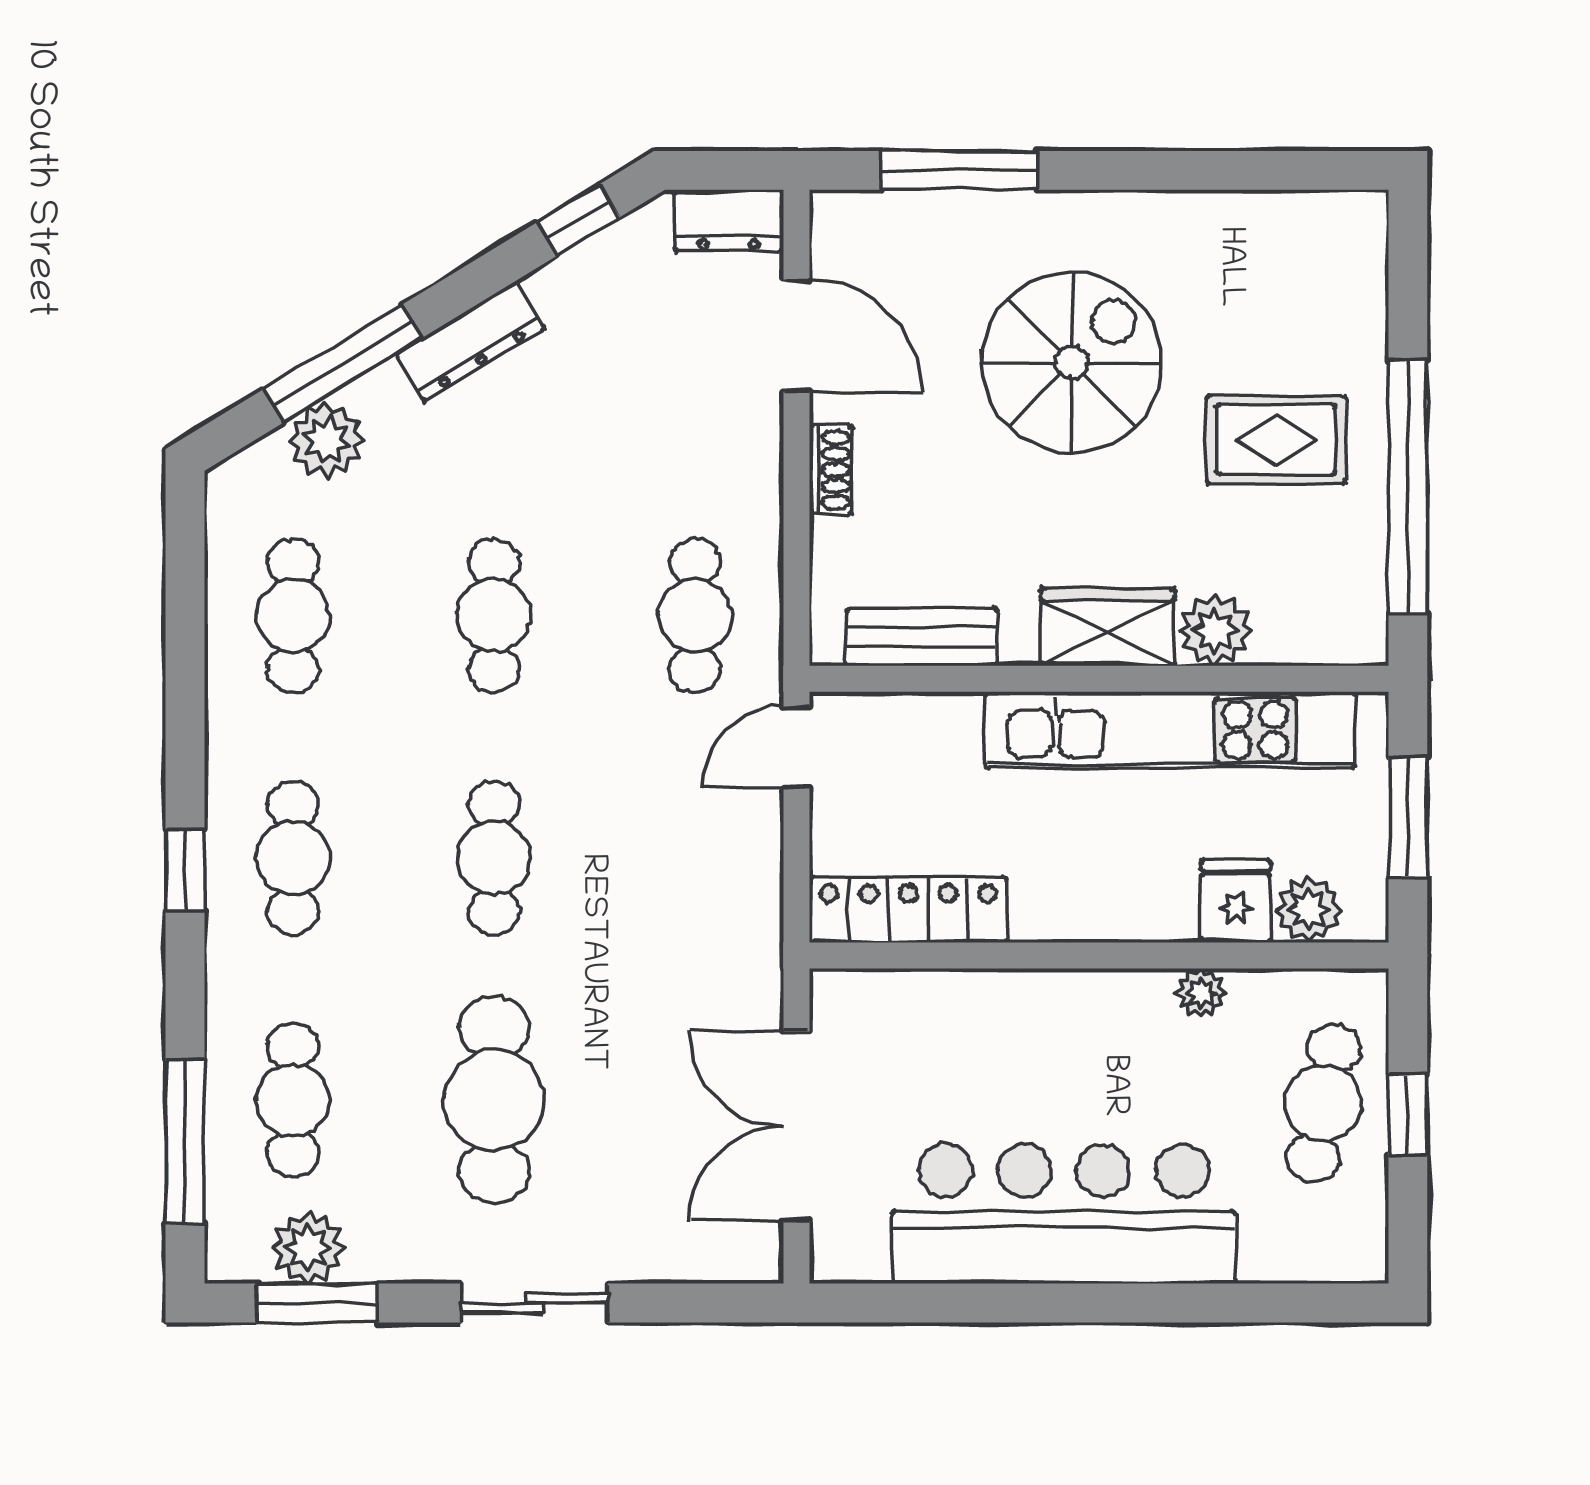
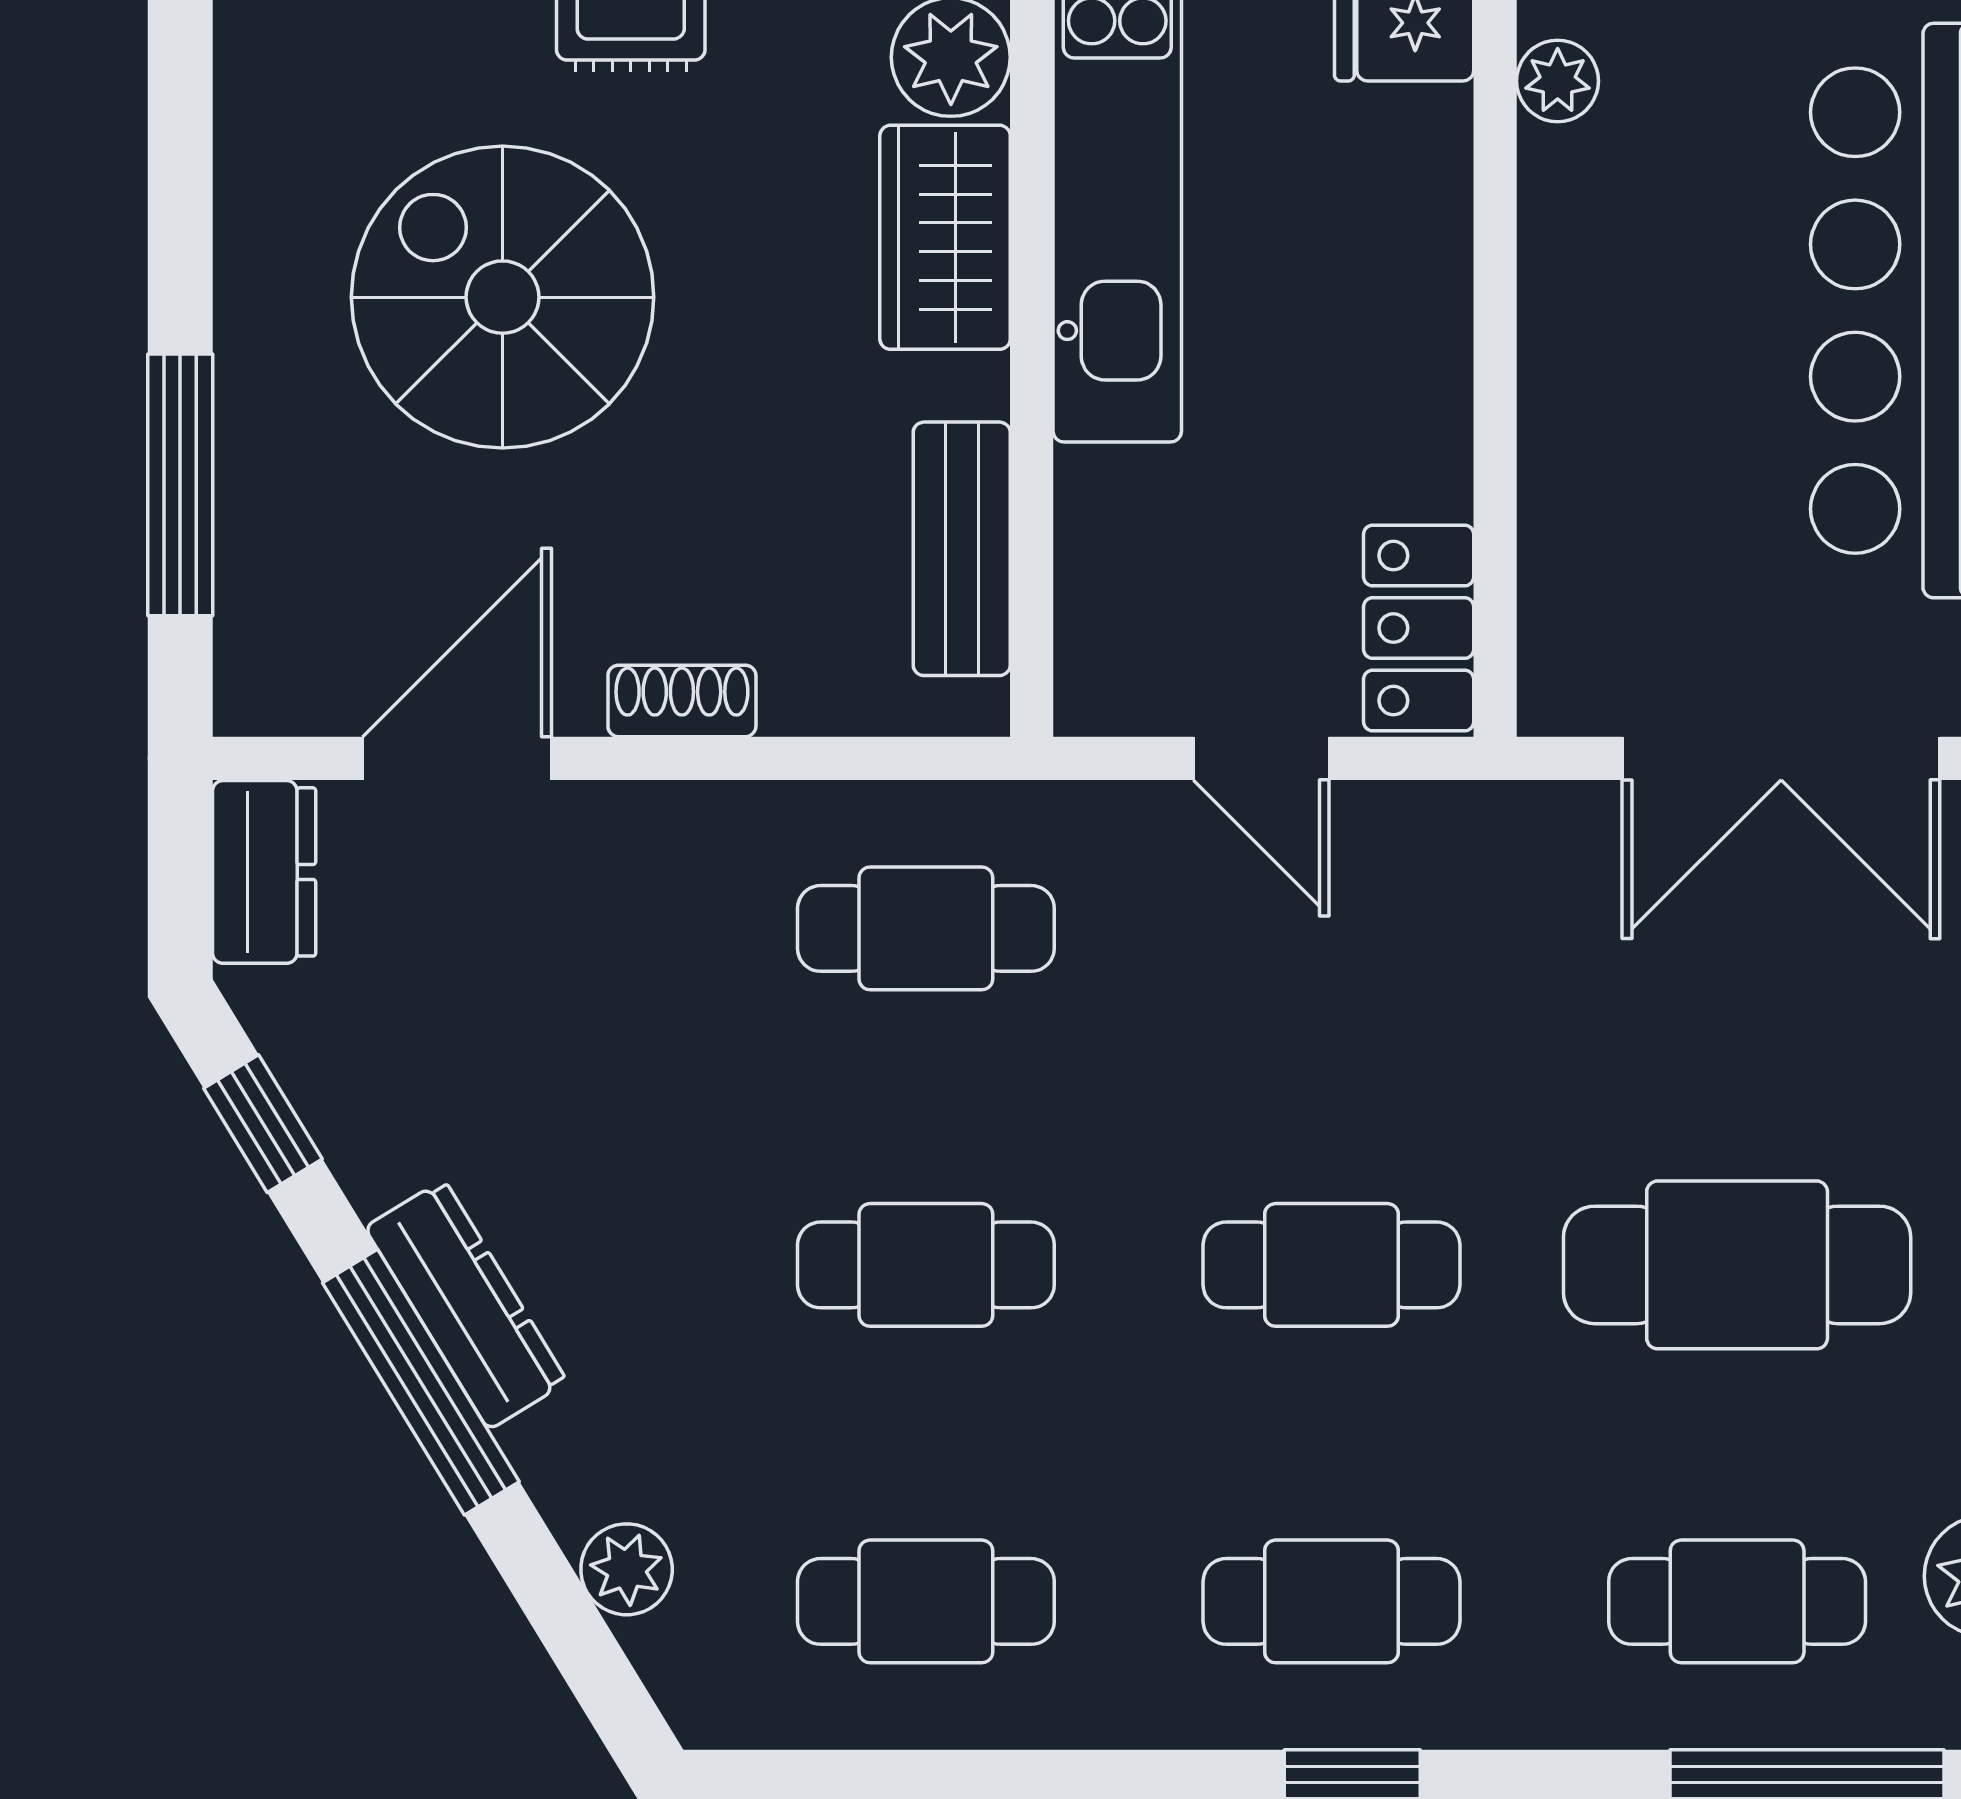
window: (343, 364) -> (421, 1382), moved
plant: (326, 440) -> (627, 1569), width x0.73, depth x0.73
door: (796, 747) -> (1261, 758), moved
locker: (908, 910) -> (1419, 628), width x0.66

